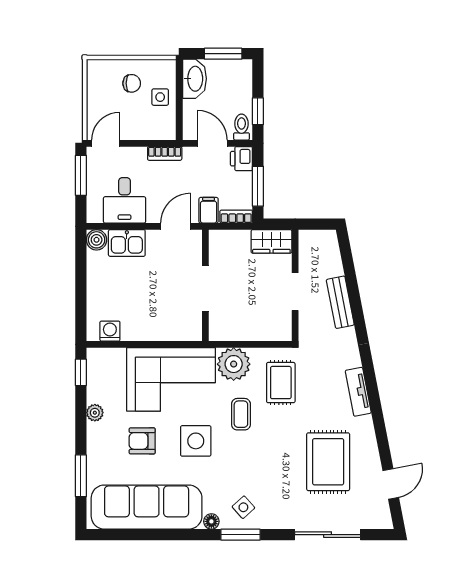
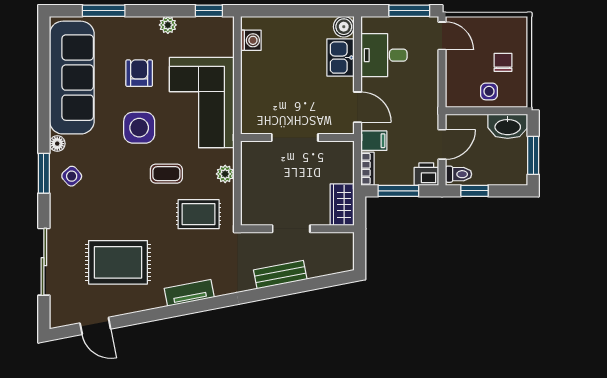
chair: (132, 83) -> (503, 62), turned 180
bookcase: (165, 153) -> (432, 96), removed
plant: (234, 364) -> (225, 174), width x0.53, depth x0.53

